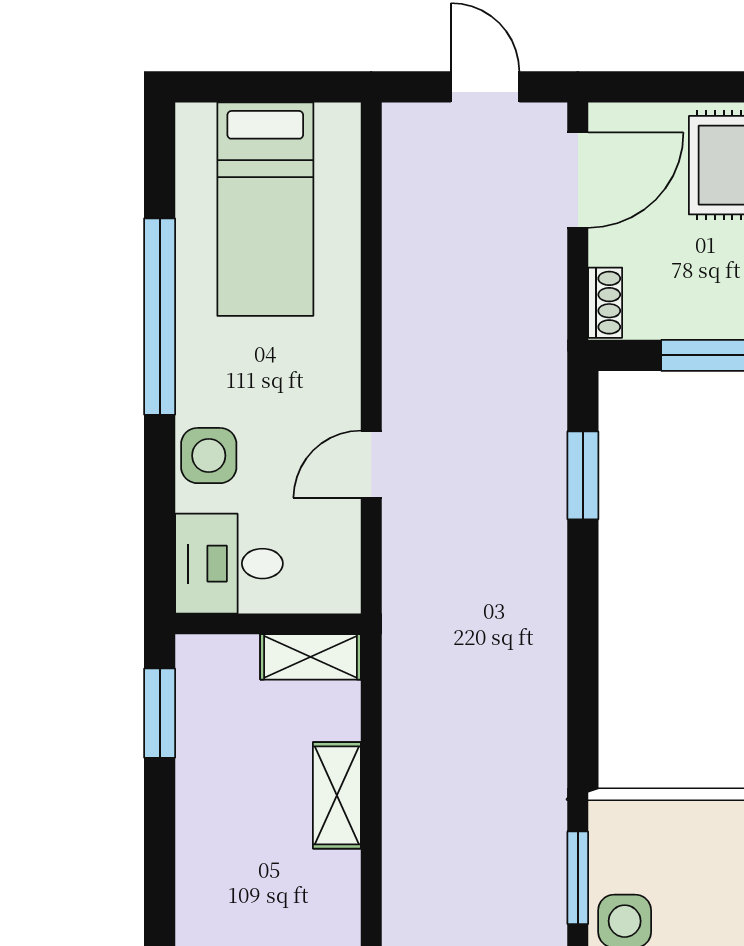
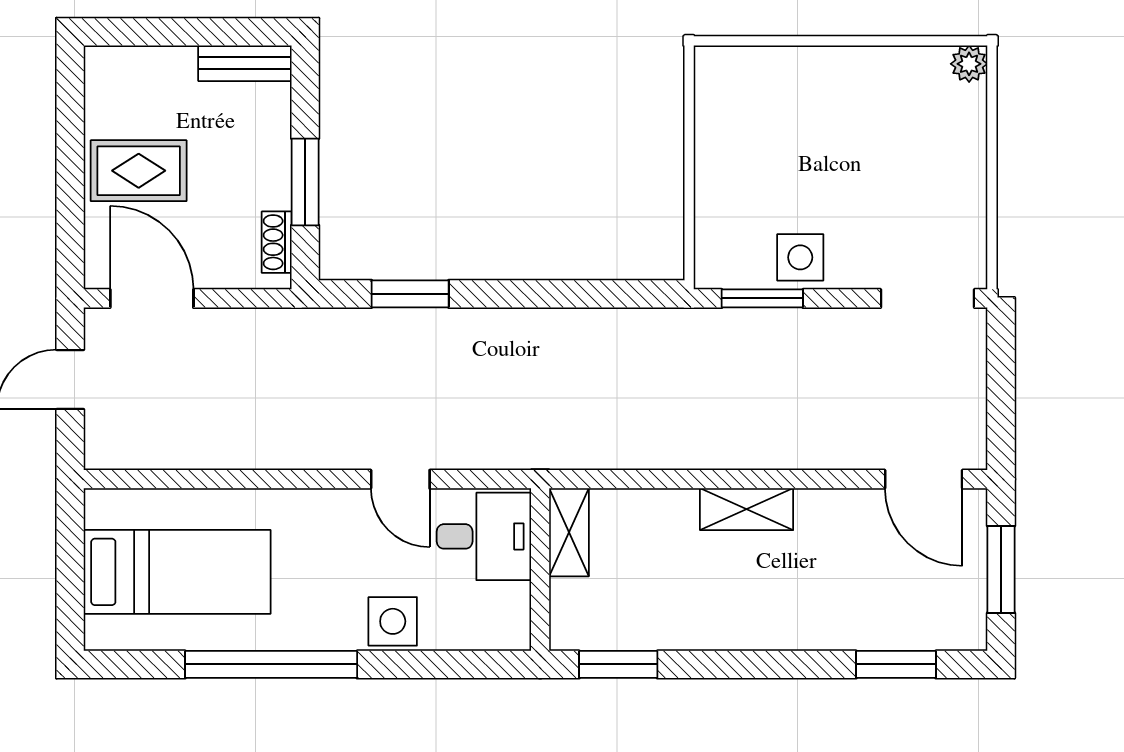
shoe rack: (605, 303) -> (277, 242), moved, turned -90
desk: (229, 564) -> (484, 536), moved, turned -90
shelving: (337, 795) -> (747, 509), moved

